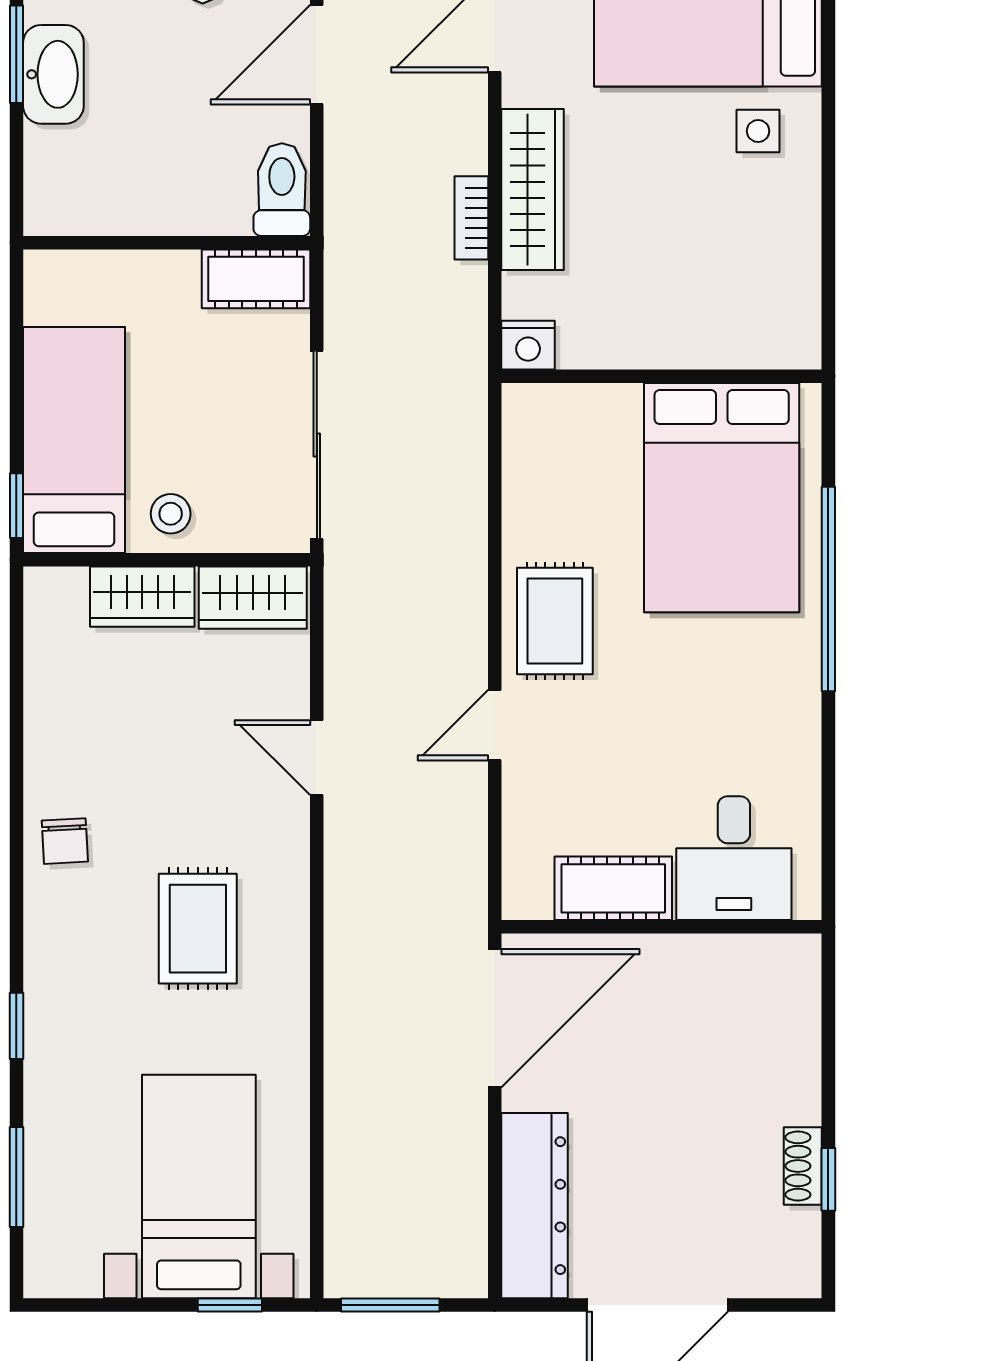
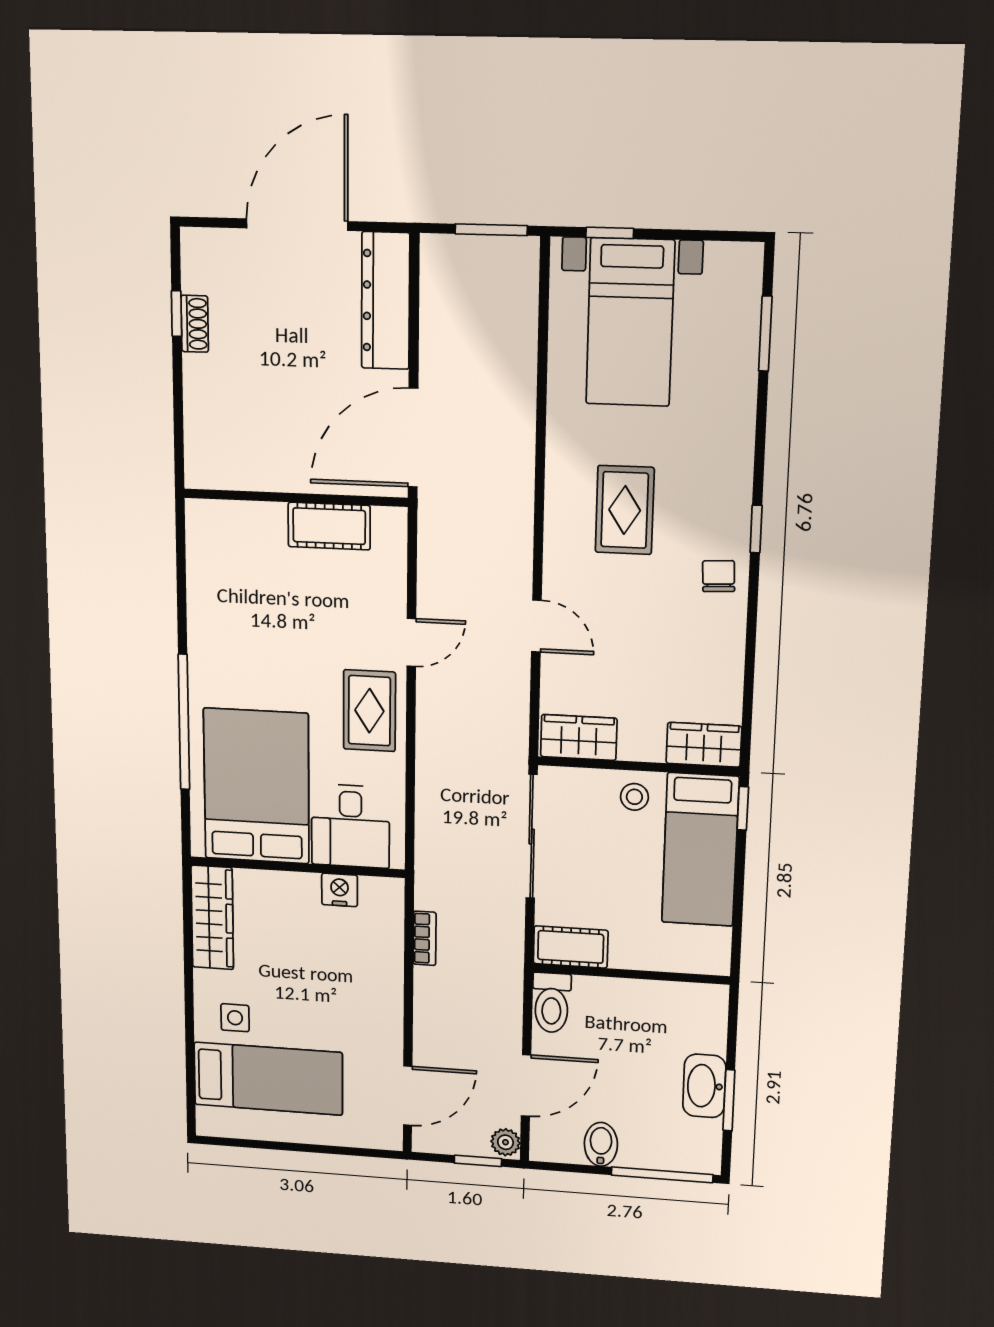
wardrobe: (533, 190) -> (212, 918), moved, turned 180
bookcase: (471, 218) -> (425, 938), moved
nightstand: (528, 345) -> (340, 890), moved
wardrobe: (142, 597) -> (704, 745), moved
desk: (734, 858) -> (350, 826), moved, turned 180
window: (16, 1026) -> (756, 529), moved

